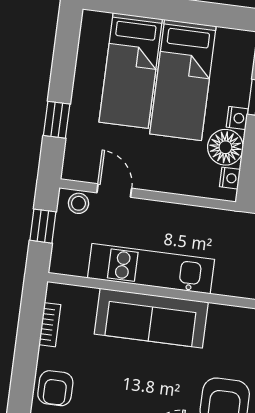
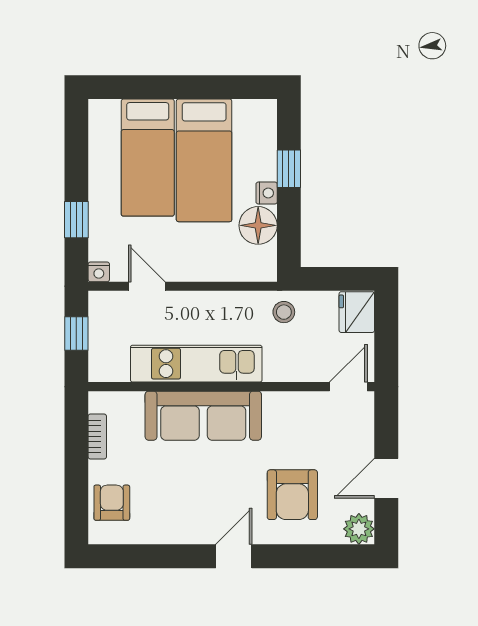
nightstand: (230, 178) -> (99, 272), moved, turned 90
stool: (79, 203) -> (284, 312), moved
armchair: (55, 388) -> (112, 503), turned 180

